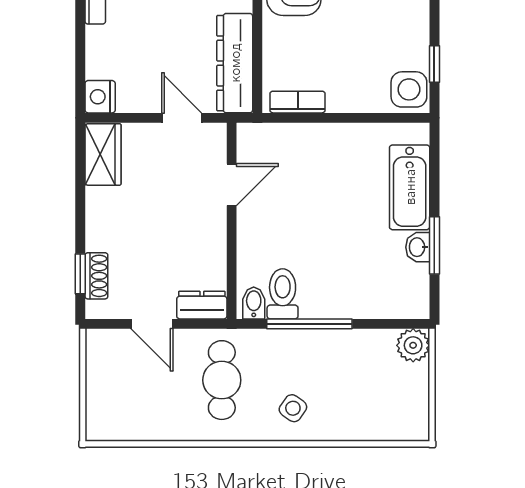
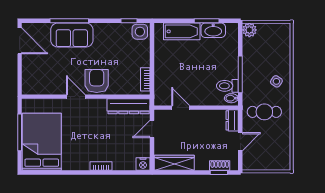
wardrobe: (103, 154) -> (174, 163), width x1.50
washbasin: (418, 247) -> (213, 30), width x1.91, depth x1.45

